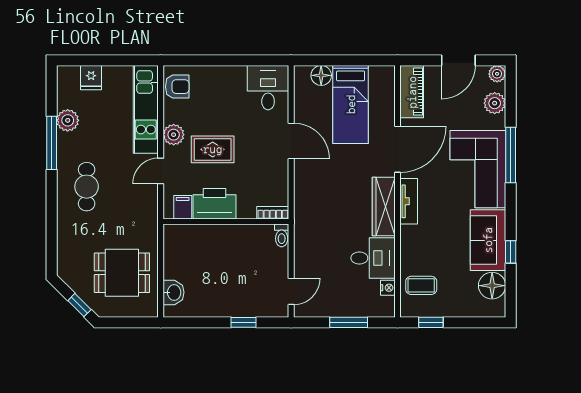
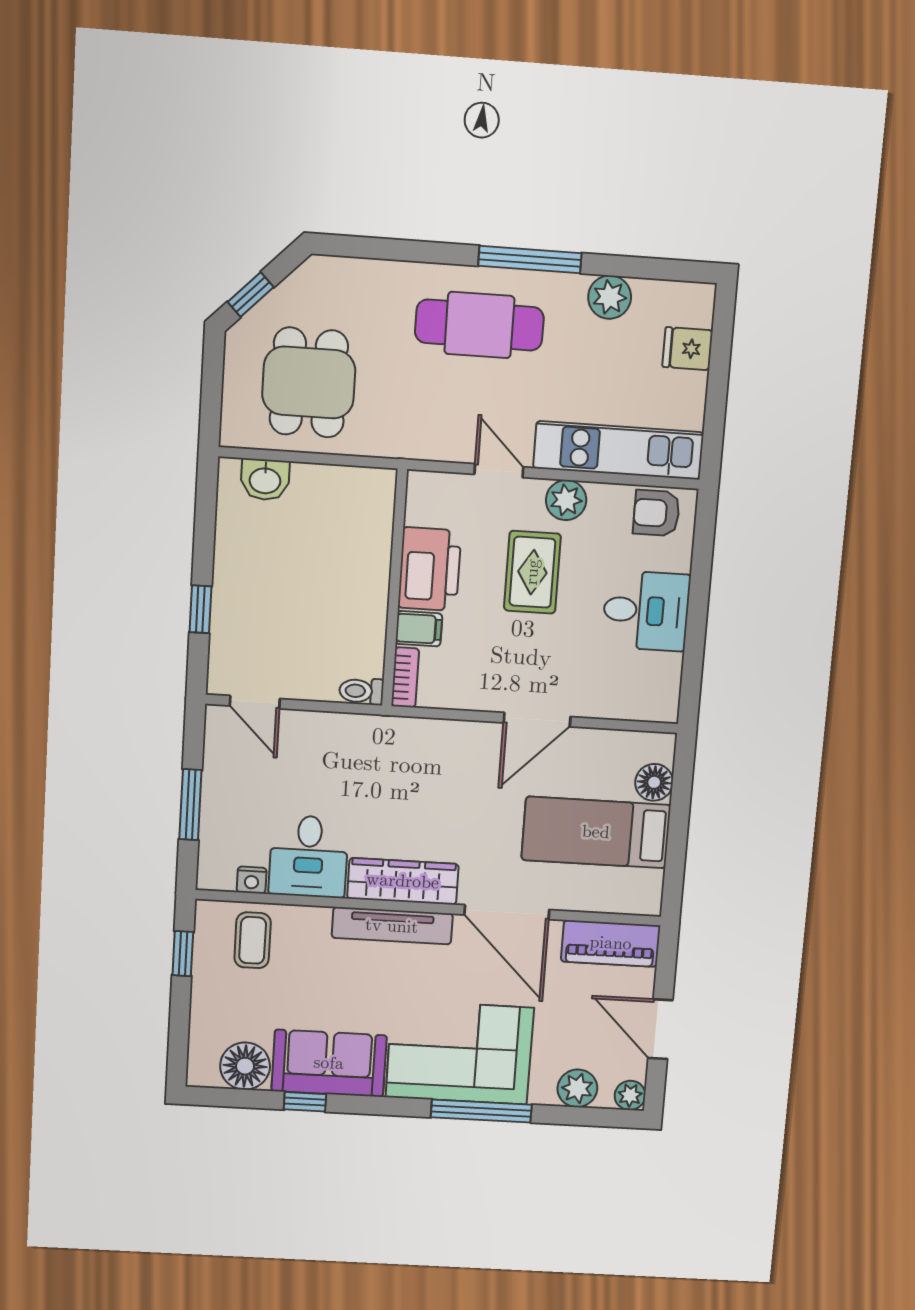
armchair: (177, 87) -> (656, 513), turned 90
desk: (268, 88) -> (646, 611), moved
window: (52, 143) -> (530, 259), moved
cafe table: (87, 187) -> (479, 325), width x1.37, depth x1.35
tv unit: (409, 201) -> (392, 926), width x1.41
filing cabinet: (183, 207) -> (419, 629), moved

